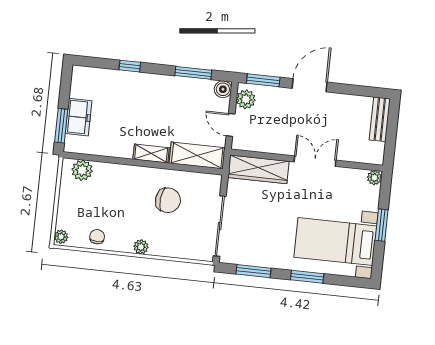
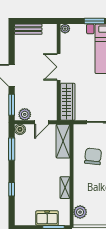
shelving: (151, 154) -> (65, 188), moved

